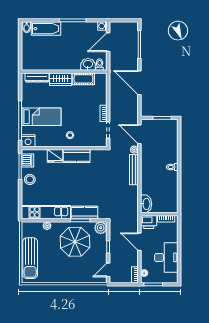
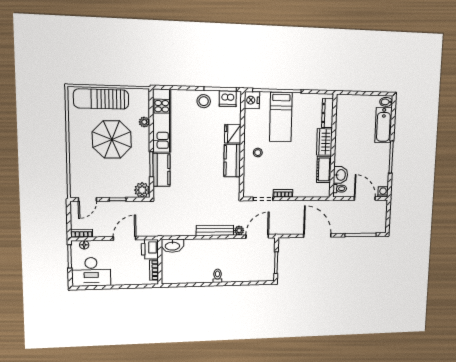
door: (139, 83) -> (317, 236), hinge flipped
parasol: (75, 242) -> (112, 139), moved
desk: (166, 257) -> (91, 272), moved
door: (108, 270) -> (87, 199), swing flipped

